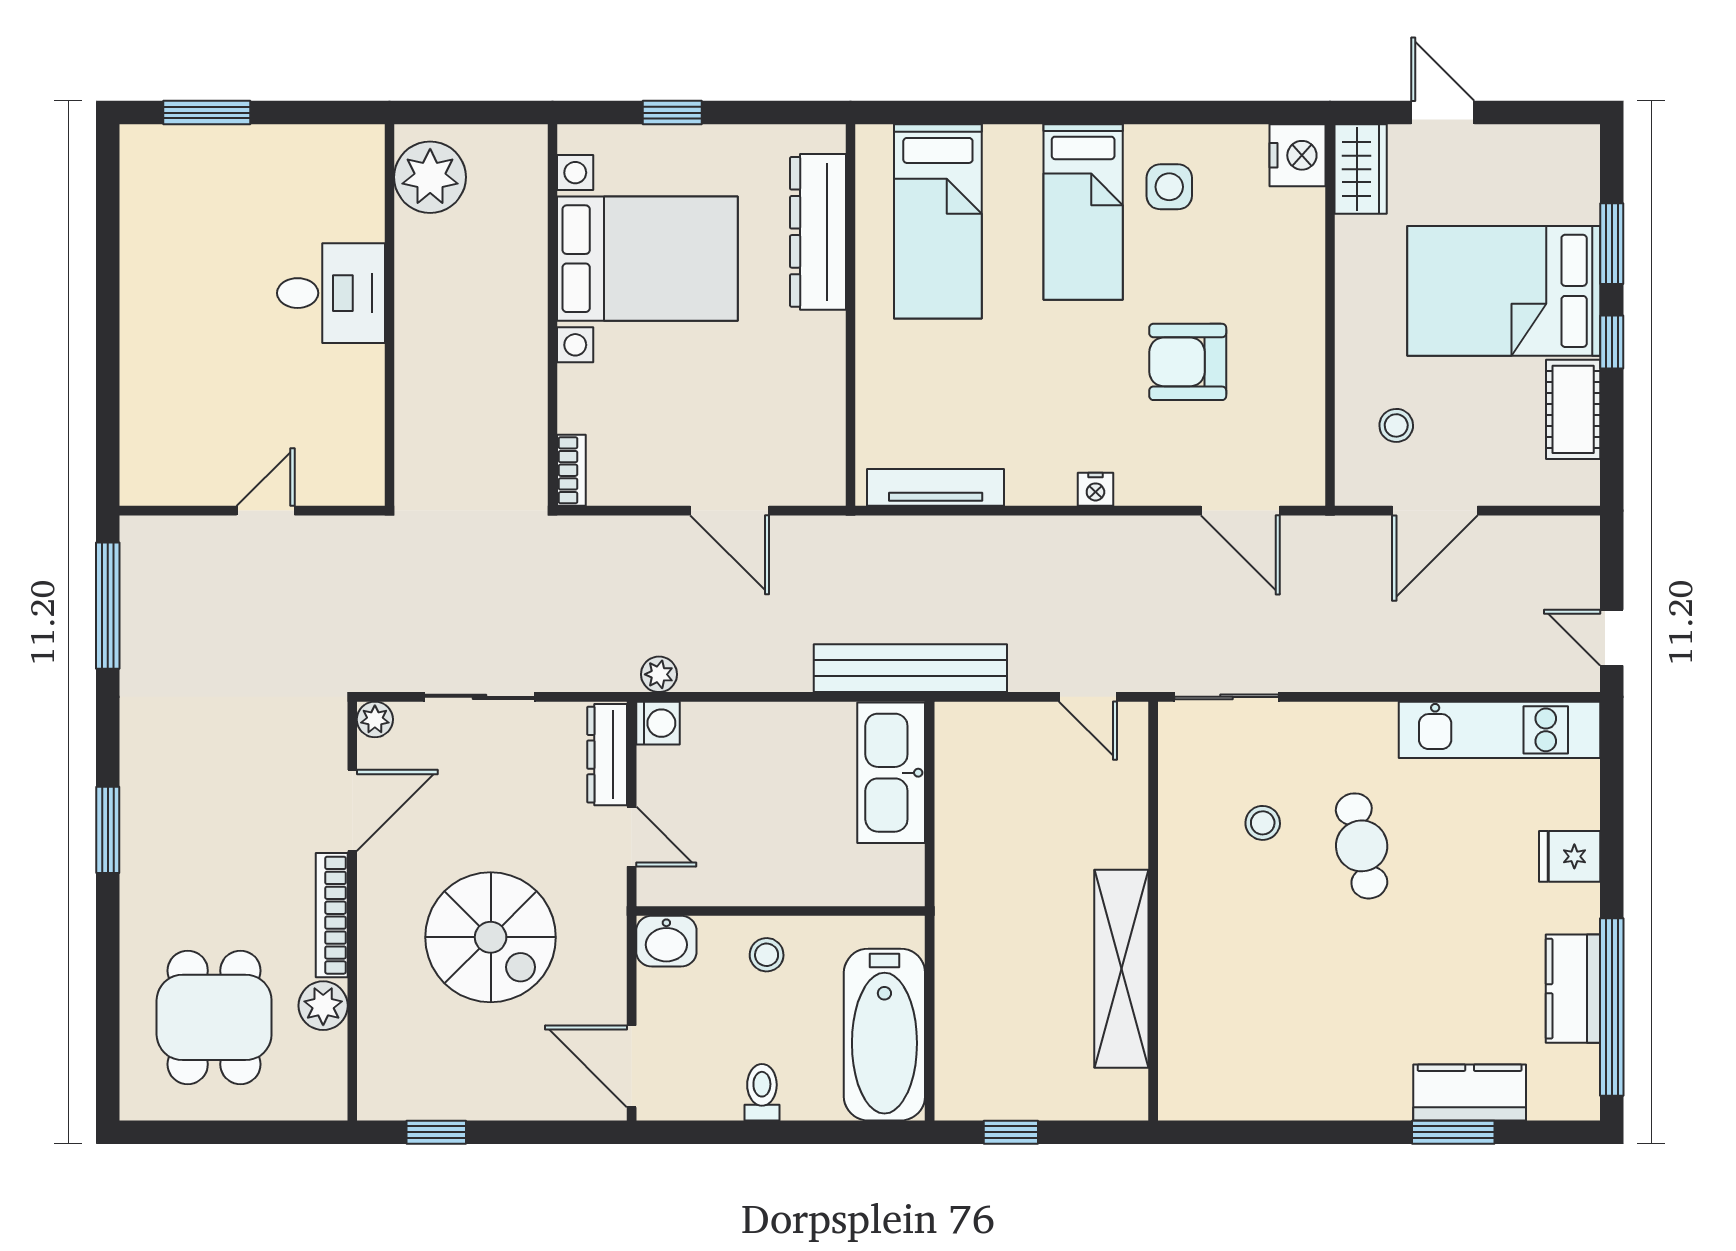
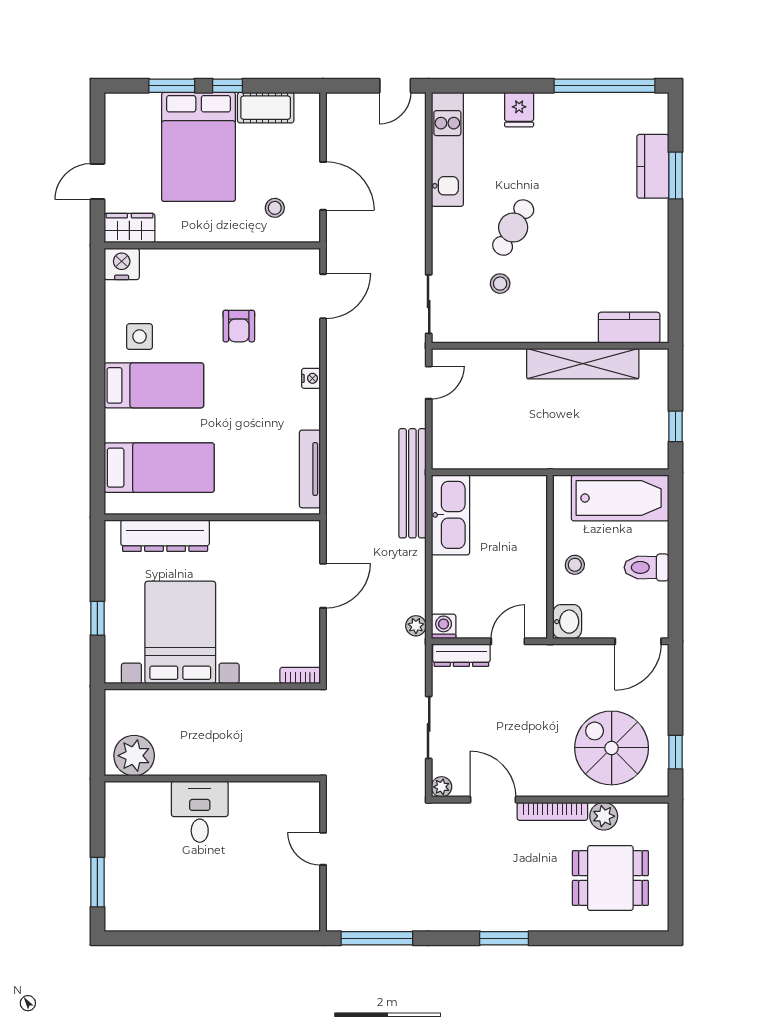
armchair: (1188, 362) -> (239, 326), width x0.72, depth x0.72
kitchen sink: (891, 773) -> (450, 515), moved, turned -90
cafe table: (1362, 846) -> (513, 228), turned -48
spiral stairs: (491, 937) -> (612, 748), moved, turned -90
kitchen counter: (1573, 989) -> (629, 328), moved, turned 180
toilet: (762, 1092) -> (647, 567), width x1.37, depth x1.39

